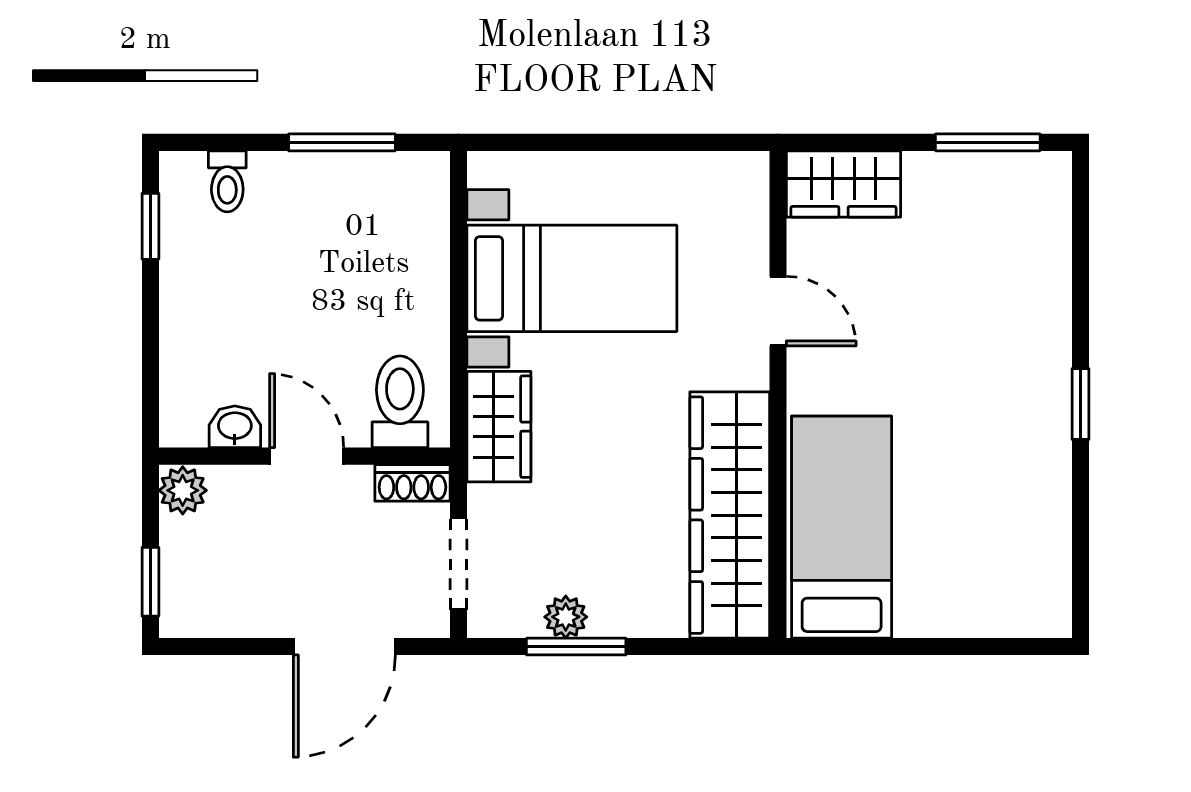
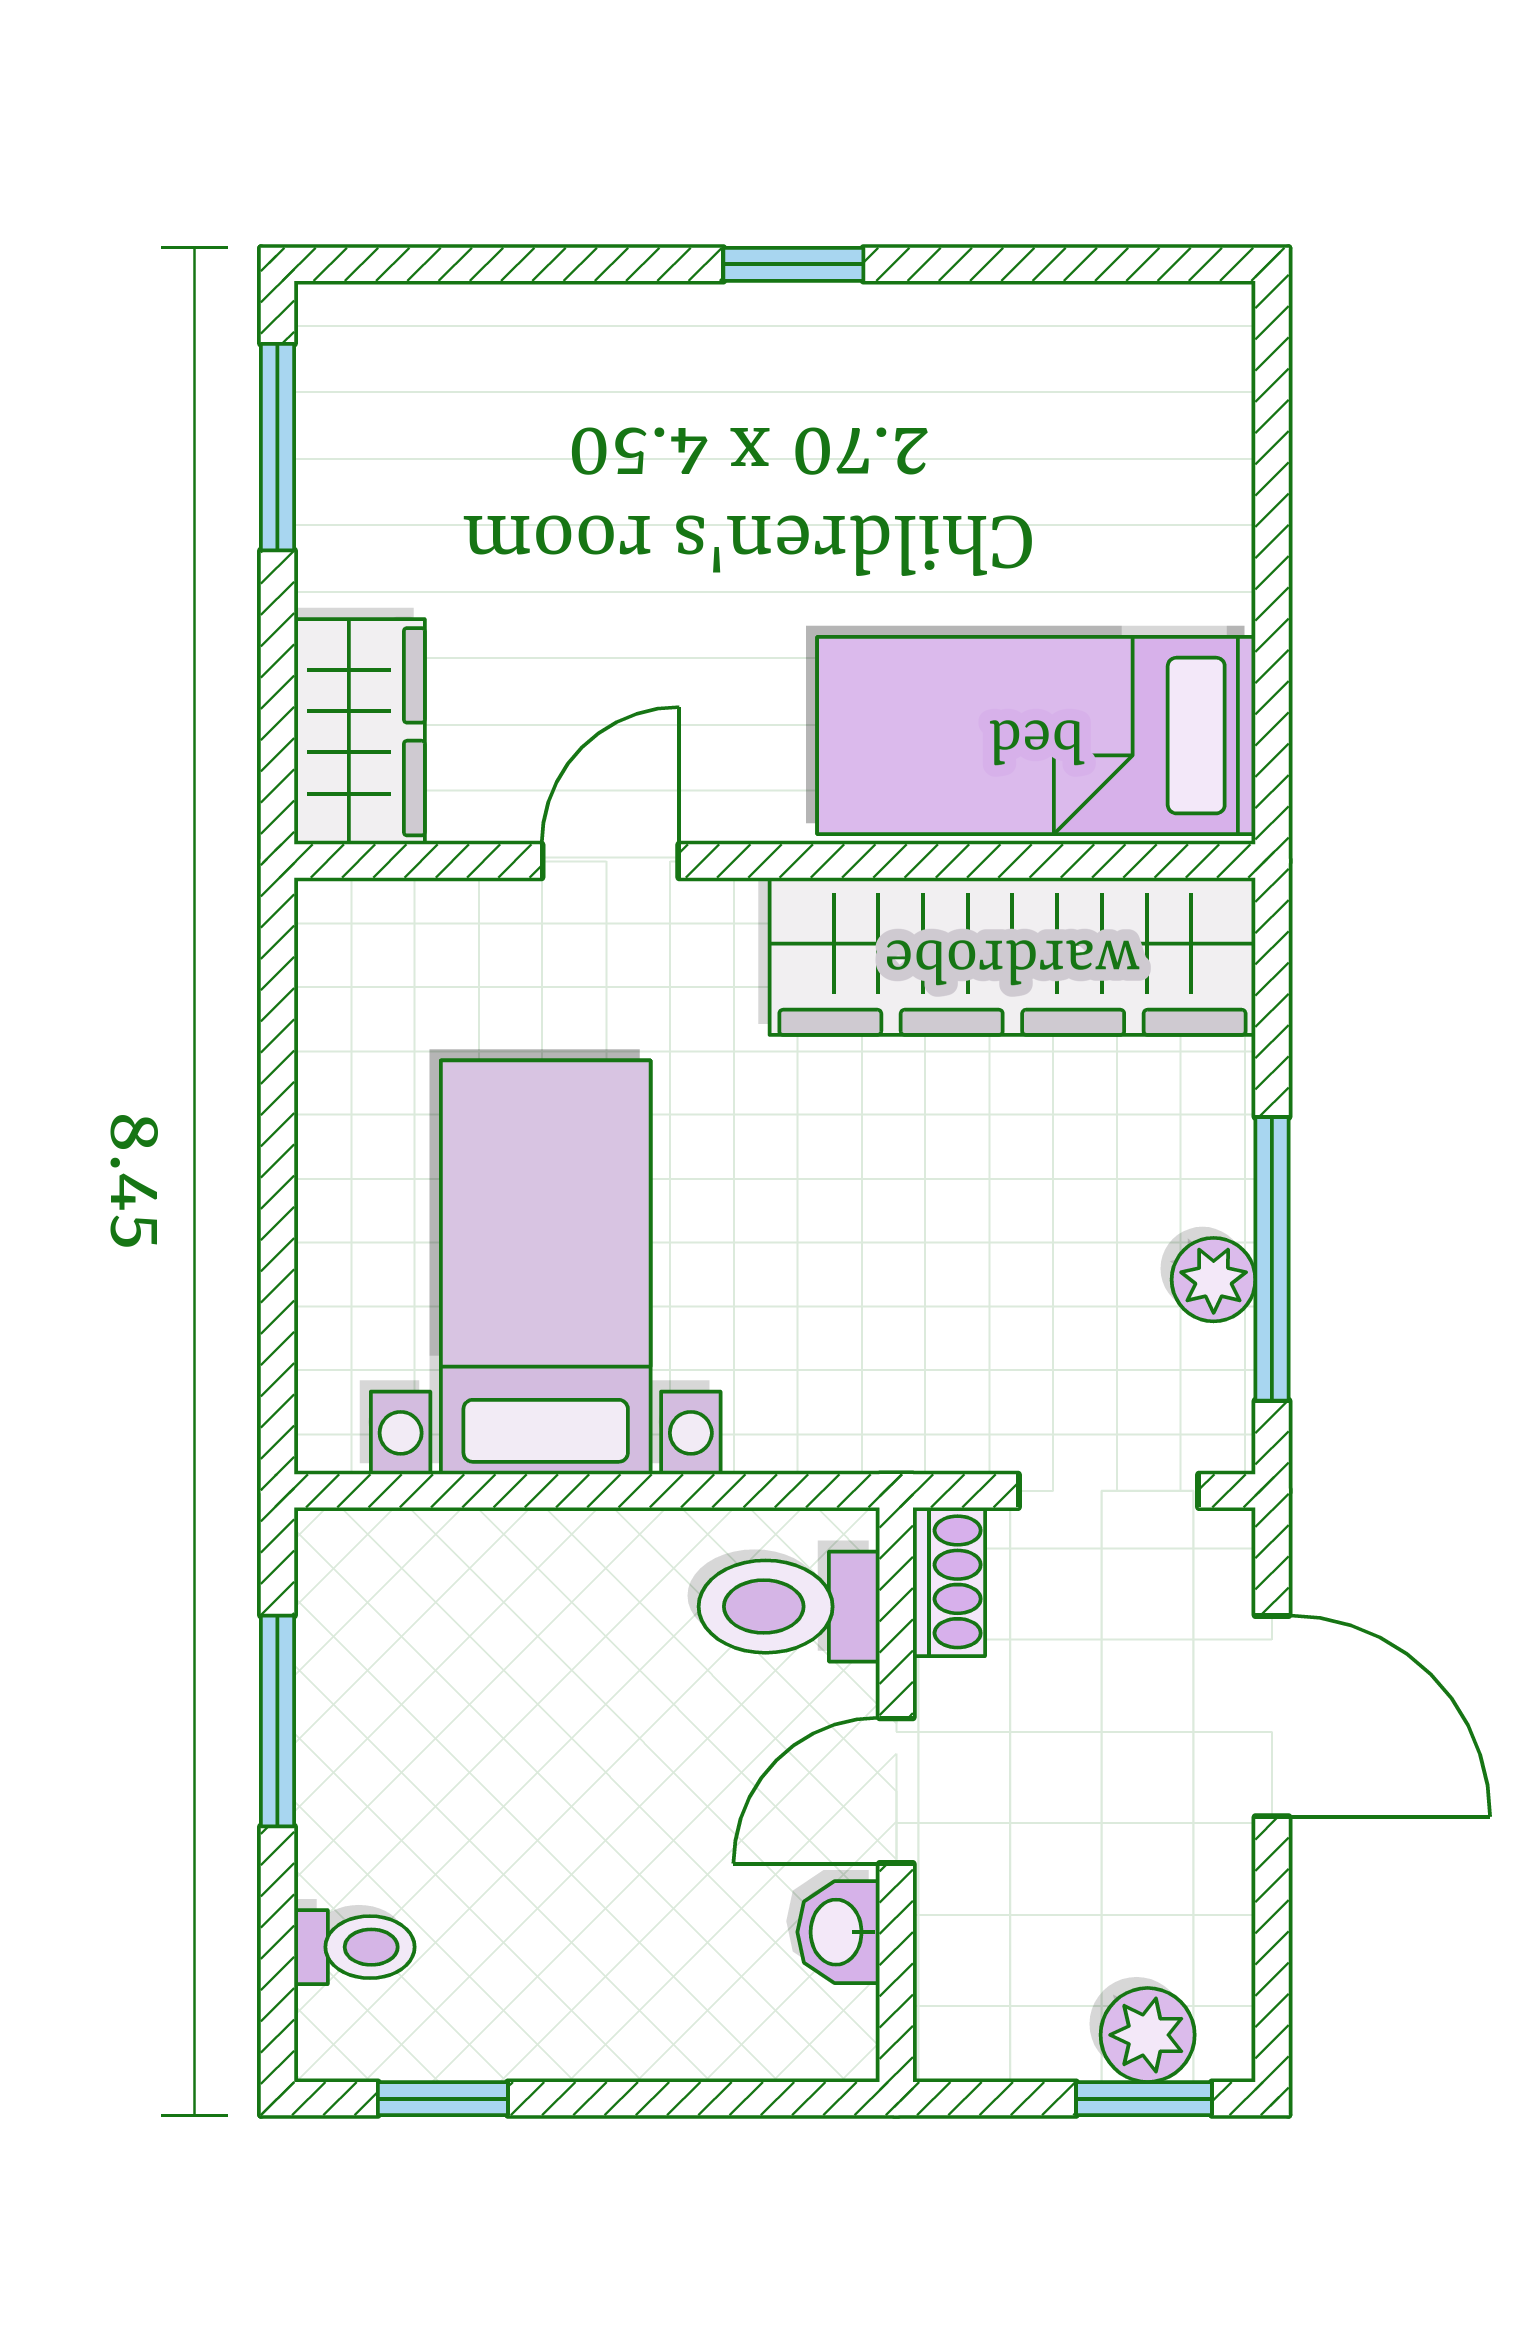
wardrobe: (499, 427) -> (838, 1411), removed
plant: (183, 490) -> (1148, 2035), moved
window: (576, 647) -> (1272, 1259), width x1.44

